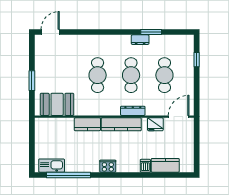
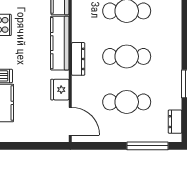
dresser: (140, 40) -> (175, 122), moved
window: (197, 60) -> (148, 146), width x2.17

